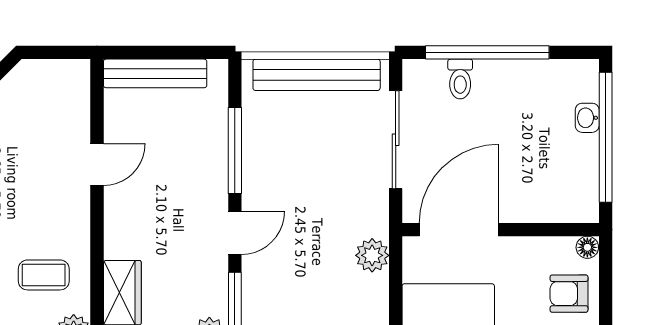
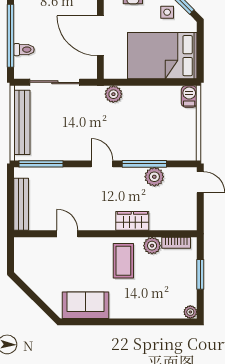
window: (235, 151) -> (41, 164), moved
door: (459, 230) -> (100, 36), moved
coffee table: (44, 275) -> (123, 261), width x1.36, depth x1.30

